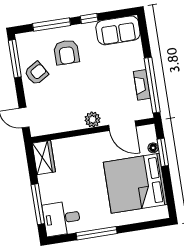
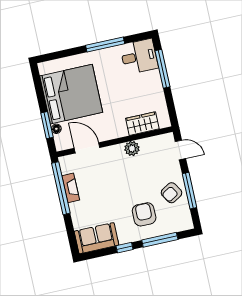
window: (15, 59) -> (189, 191), moved
plant: (93, 119) -> (132, 148), moved
wardrobe: (44, 158) -> (142, 124), moved, turned 90

